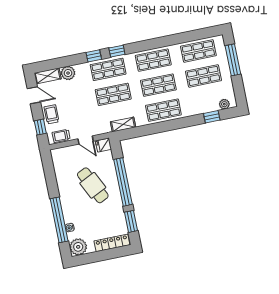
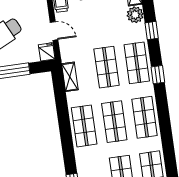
window: (94, 56) -> (152, 31), moved
door: (86, 140) -> (54, 31), swing flipped

